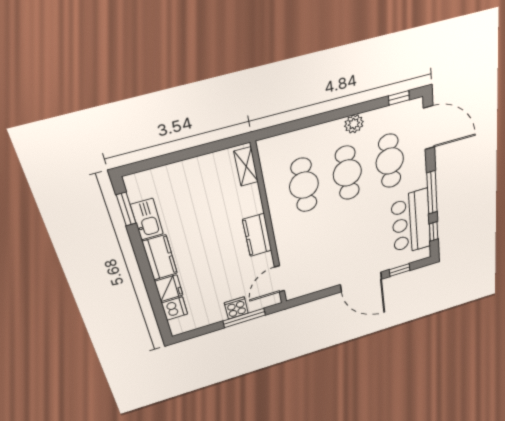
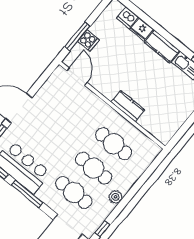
shelving: (246, 166) -> (156, 132), removed
kitchen counter: (257, 235) -> (128, 106), moved

